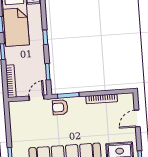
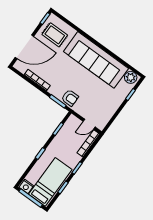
door: (37, 98) -> (89, 124), moved
door: (137, 119) -> (24, 47), width x1.88

